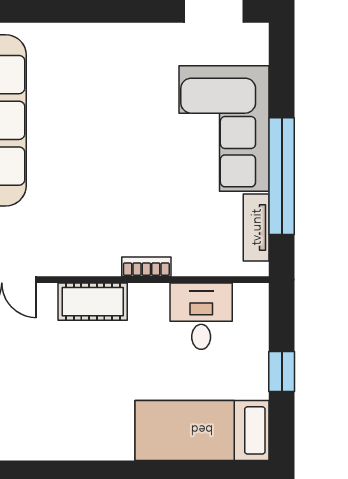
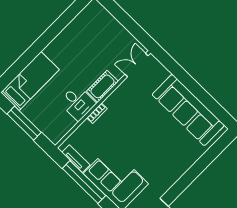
desk: (201, 316) -> (77, 103), moved
window: (282, 371) -> (24, 123), width x2.17

